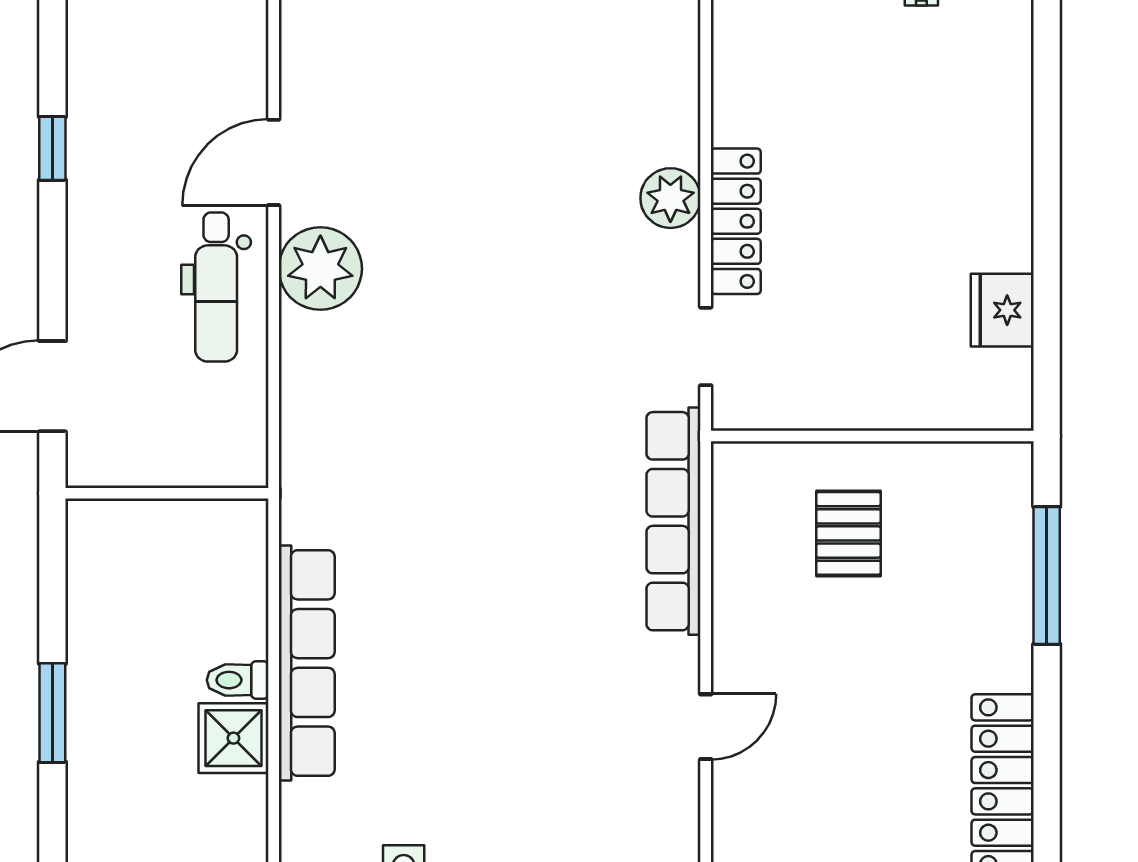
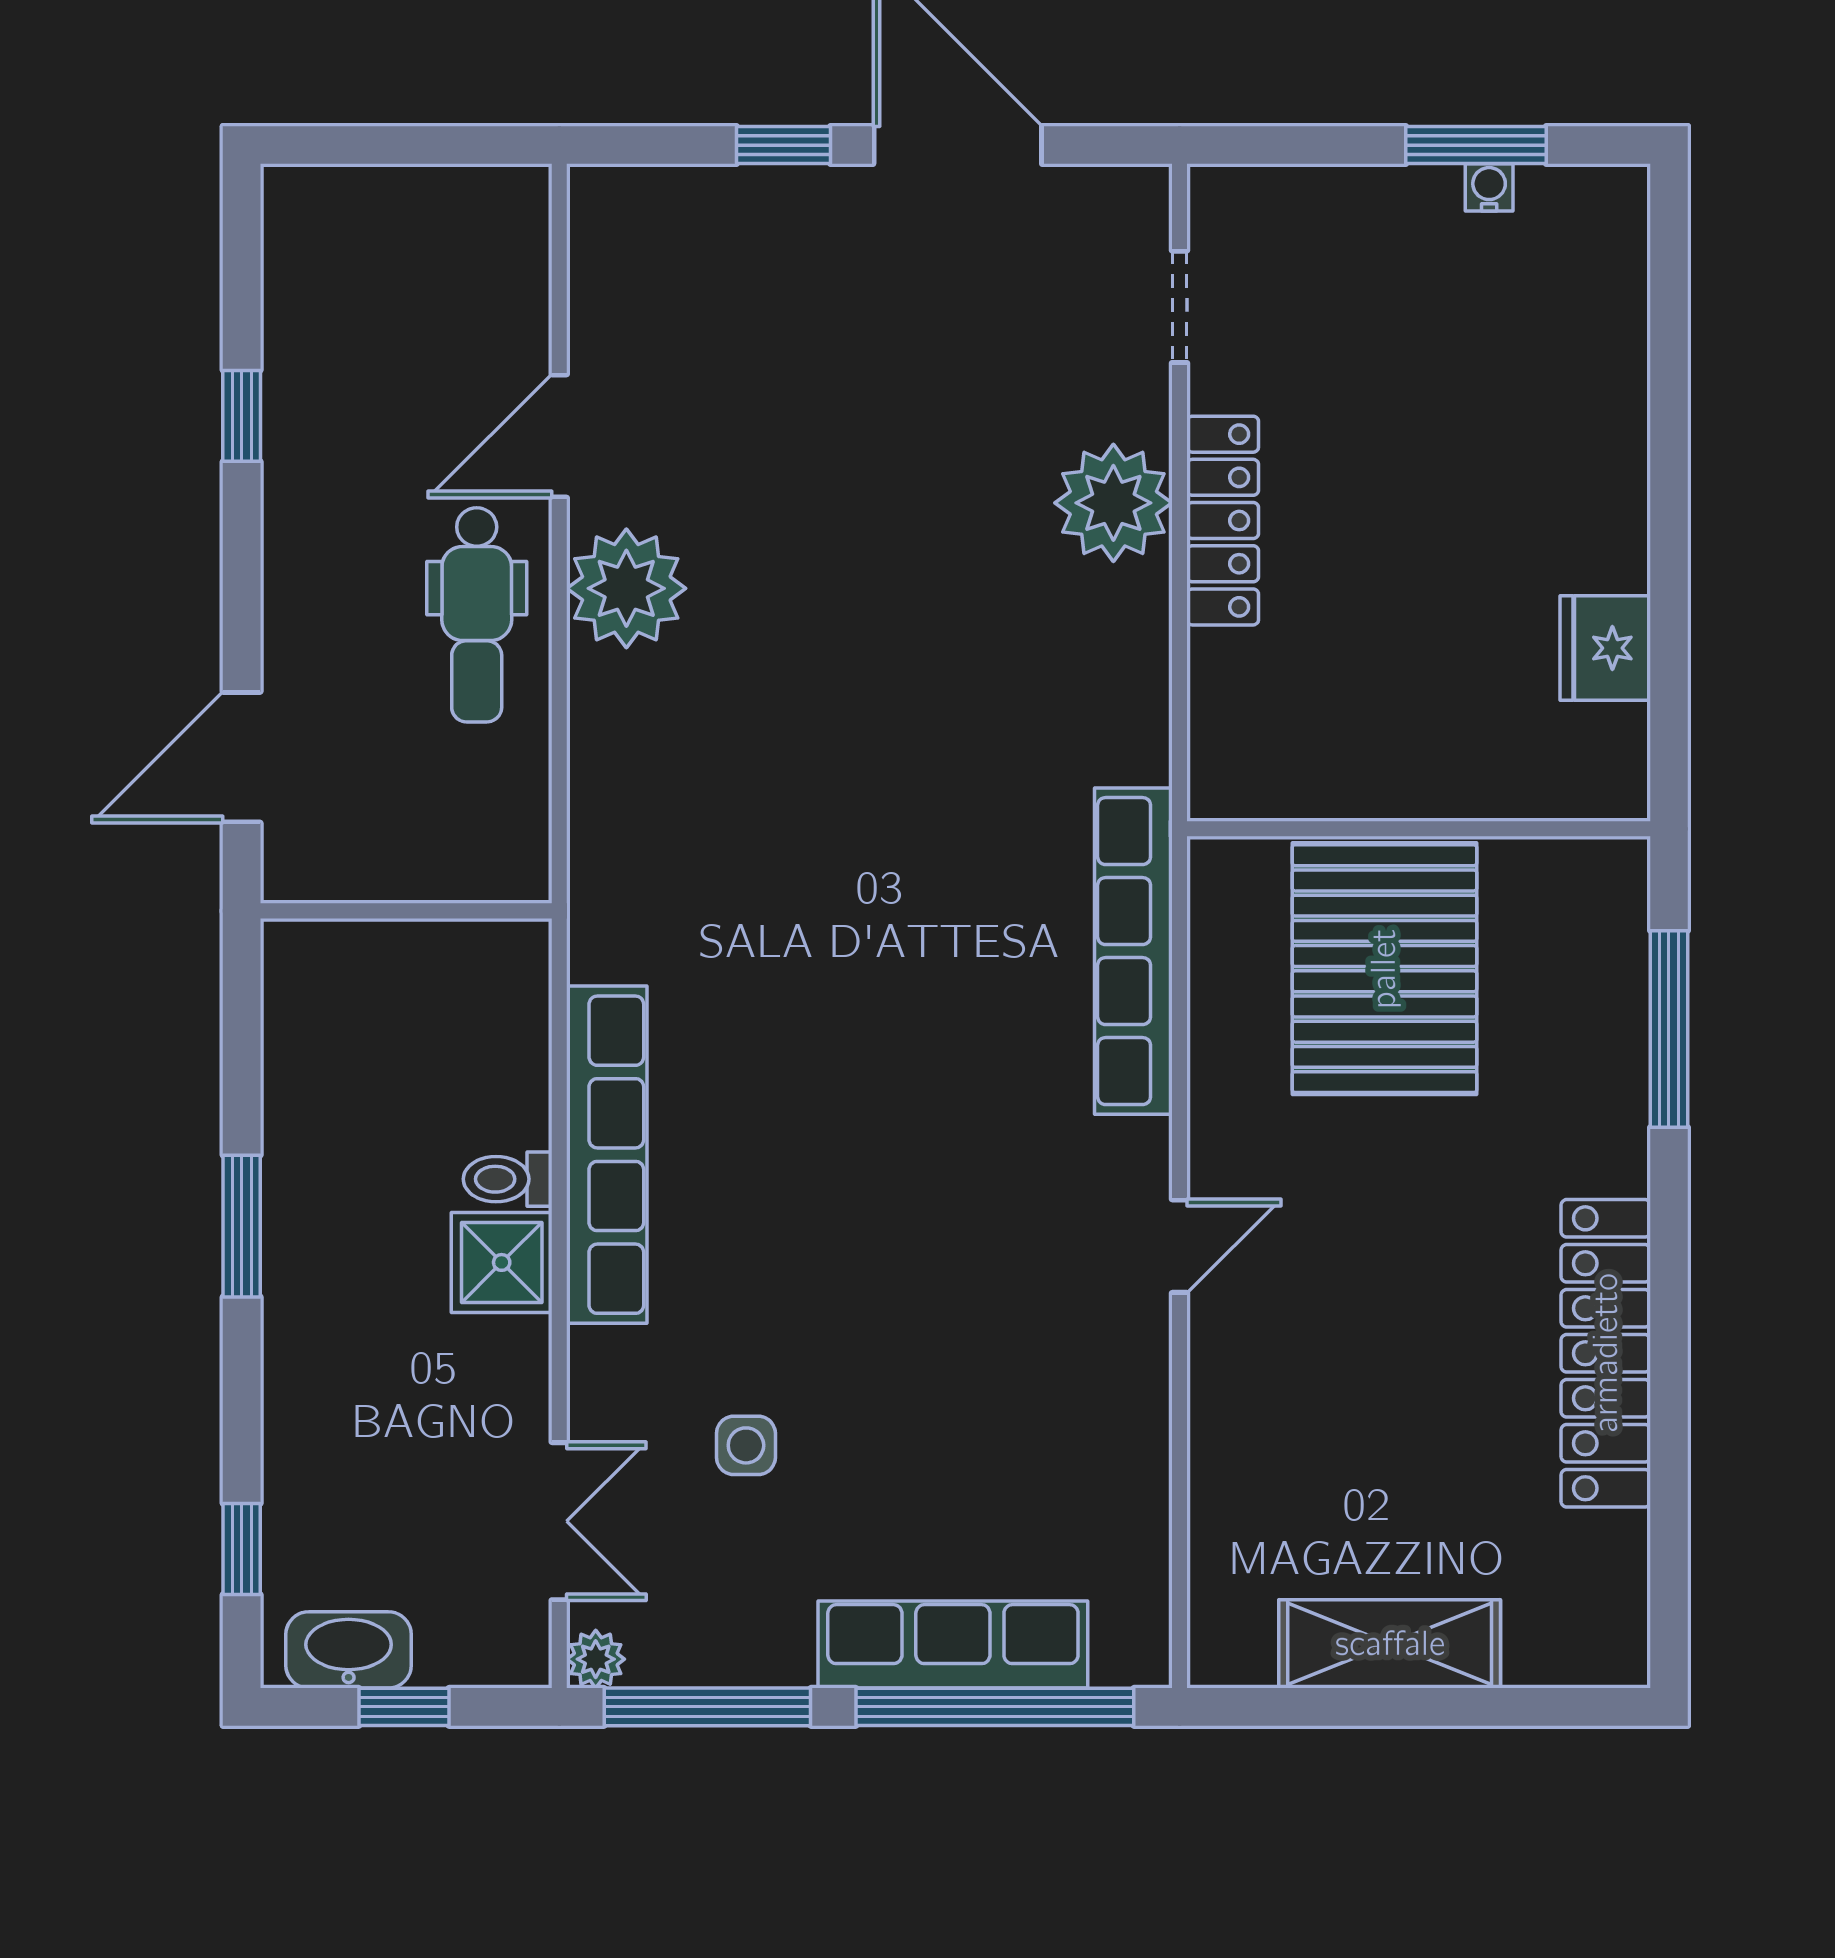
plant: (670, 198) -> (1113, 503), width x1.36, depth x1.36
doorway: (706, 346) -> (1180, 307), moved
pallet: (848, 533) -> (1384, 969), width x2.05, depth x2.00

